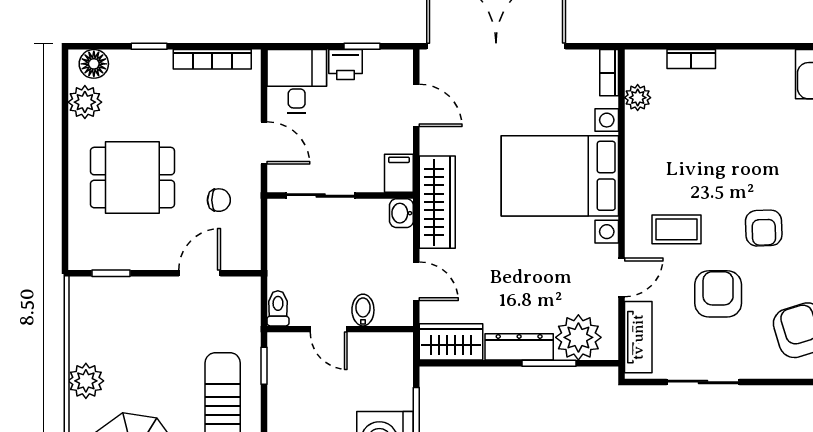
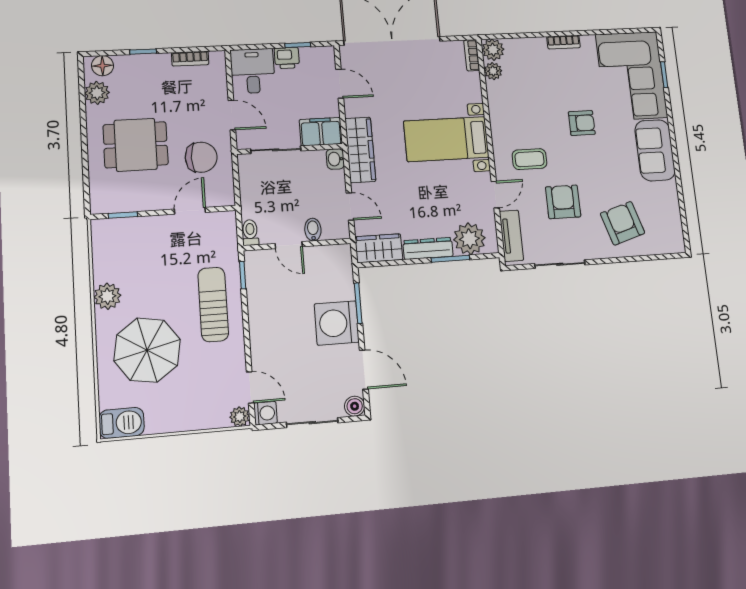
bookcase: (212, 59) -> (190, 59), width x0.64
bookcase: (691, 59) -> (563, 42), moved
plant: (641, 66) -> (493, 50), added
filing cabinet: (399, 173) -> (321, 132), width x2.00
bed with nightstands: (560, 176) -> (446, 139), width x0.73
chair: (219, 200) -> (201, 157), width x1.87, depth x1.87
armchair: (764, 228) -> (582, 123), moved, turned -88

